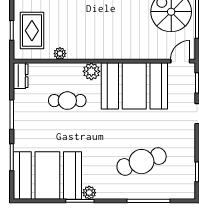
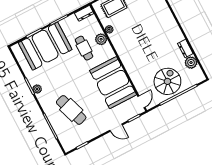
door: (180, 61) -> (141, 102), hinge flipped
plant: (91, 71) -> (101, 39), moved
booth: (47, 175) -> (45, 46), moved, turned 90

